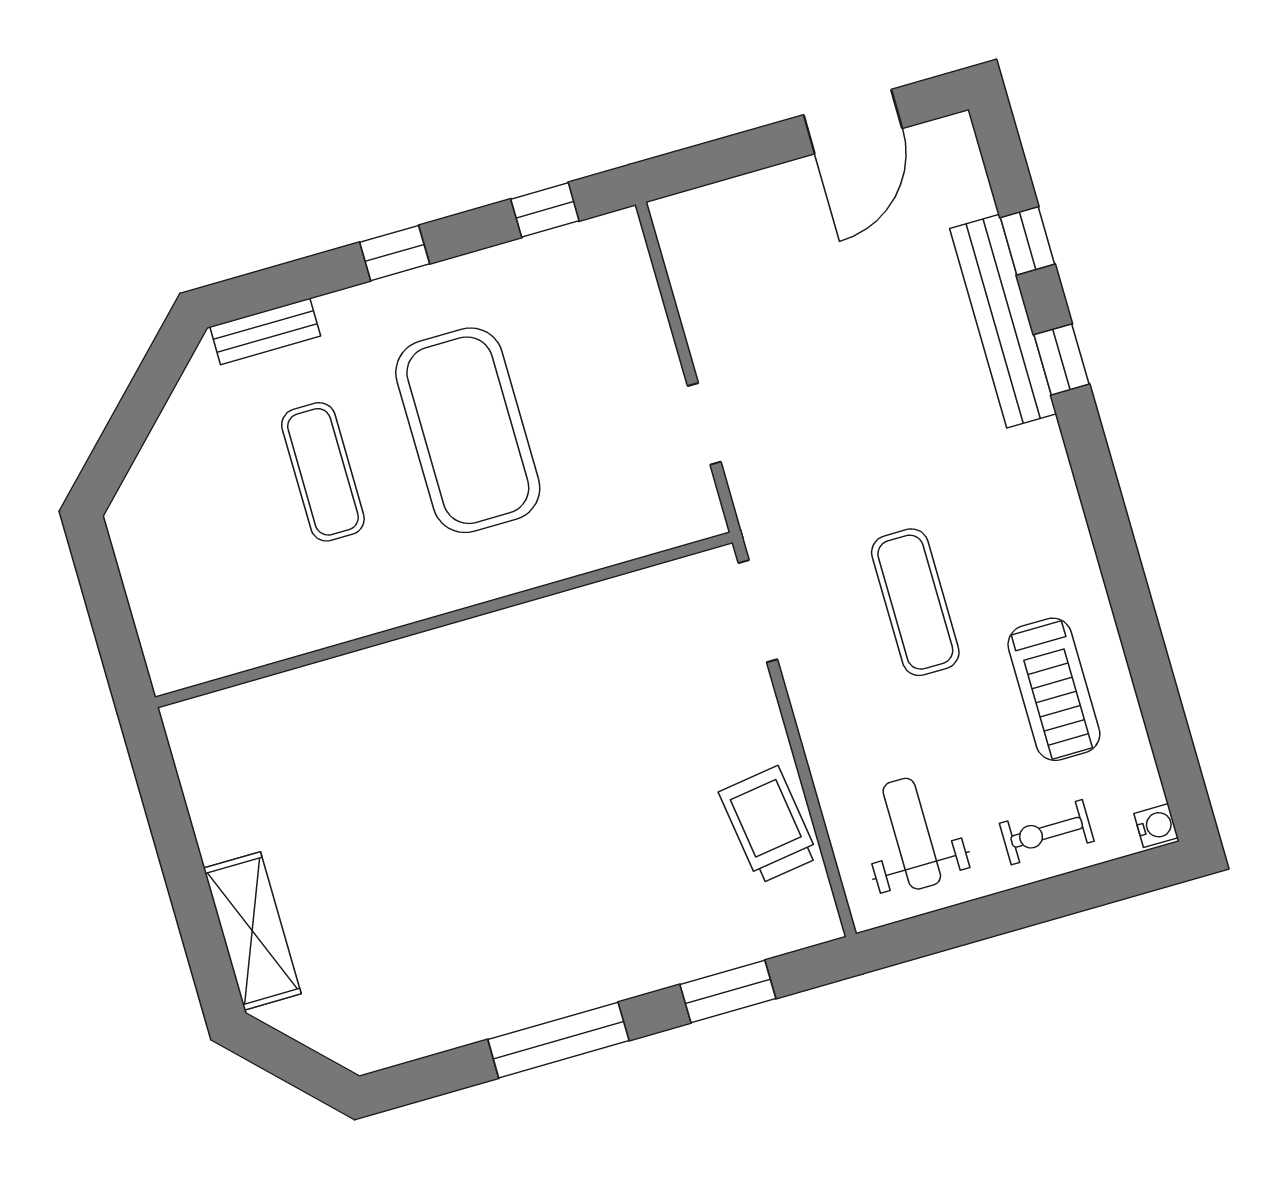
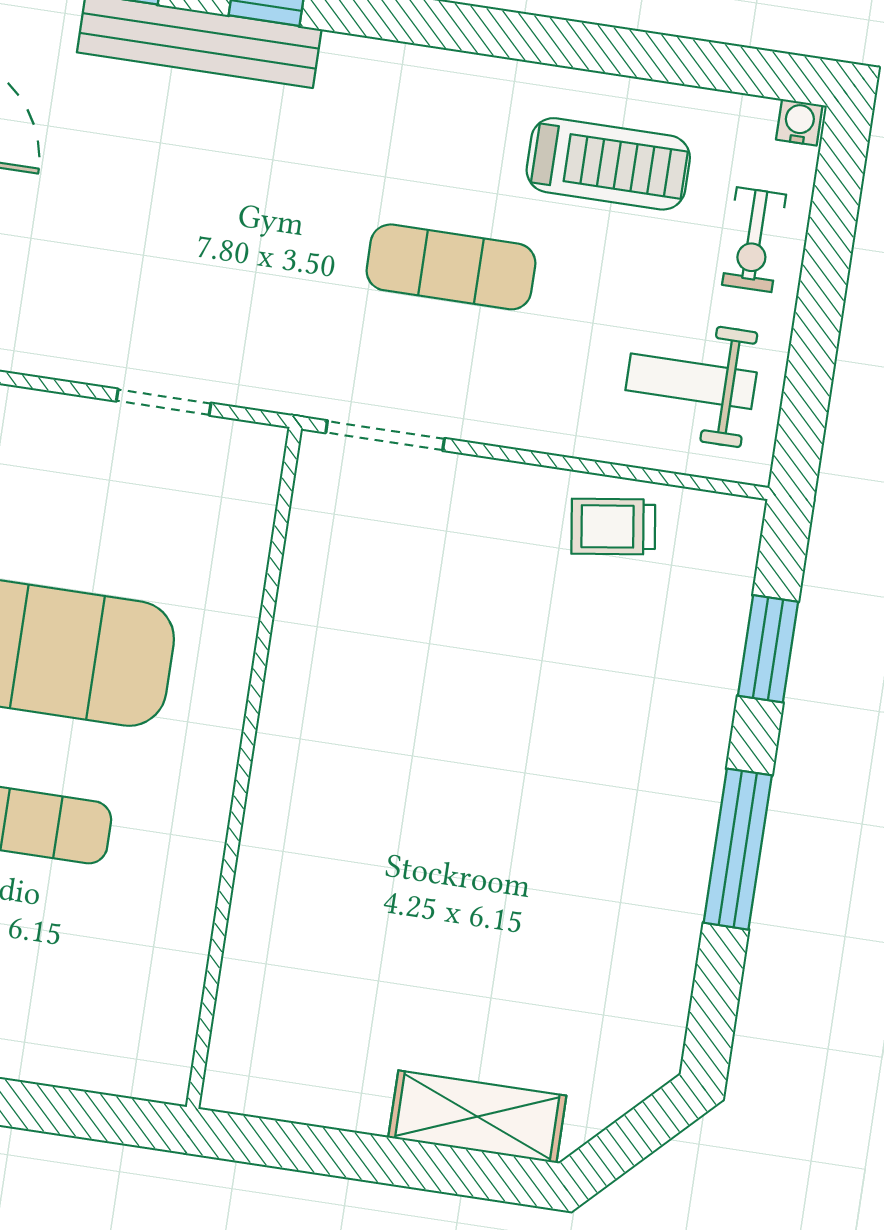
trolley: (769, 825) -> (613, 527), width x0.73, depth x0.72

